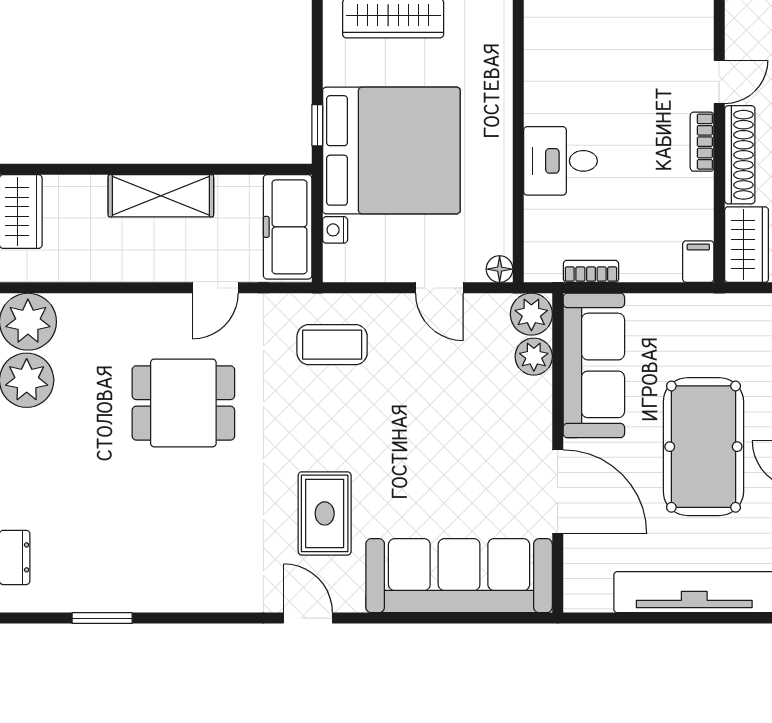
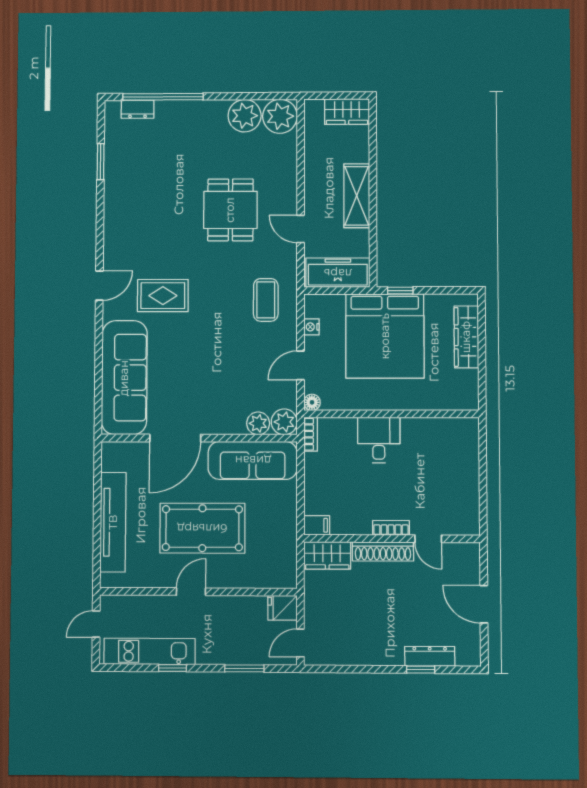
nightstand: (335, 230) -> (311, 327), moved, turned -90
bookcase: (591, 271) -> (311, 434), moved

